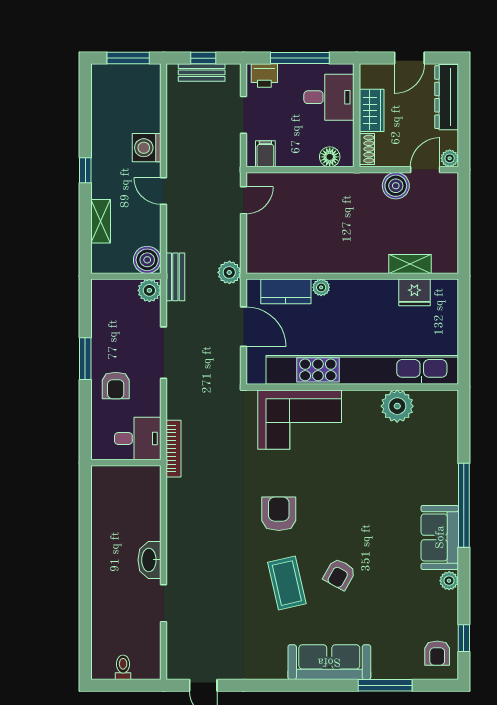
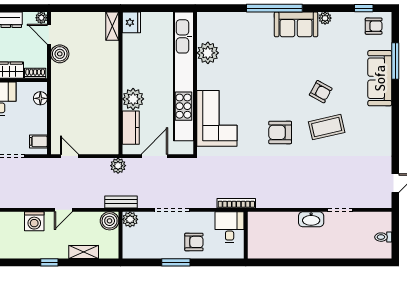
shelving: (410, 264) -> (112, 26), moved
plant: (321, 287) -> (133, 99), width x1.87, depth x1.87
fridge: (414, 292) -> (131, 22), moved
sofa: (329, 662) -> (380, 78), moved

